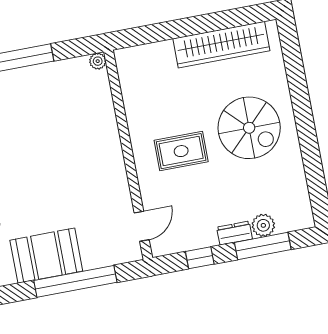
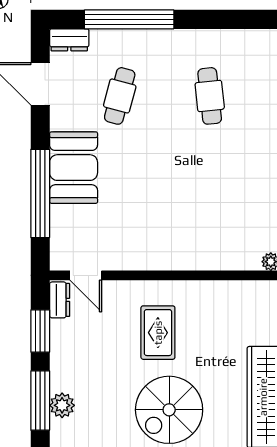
dresser: (235, 233) -> (60, 300), moved
window: (200, 258) -> (40, 331), width x1.50

